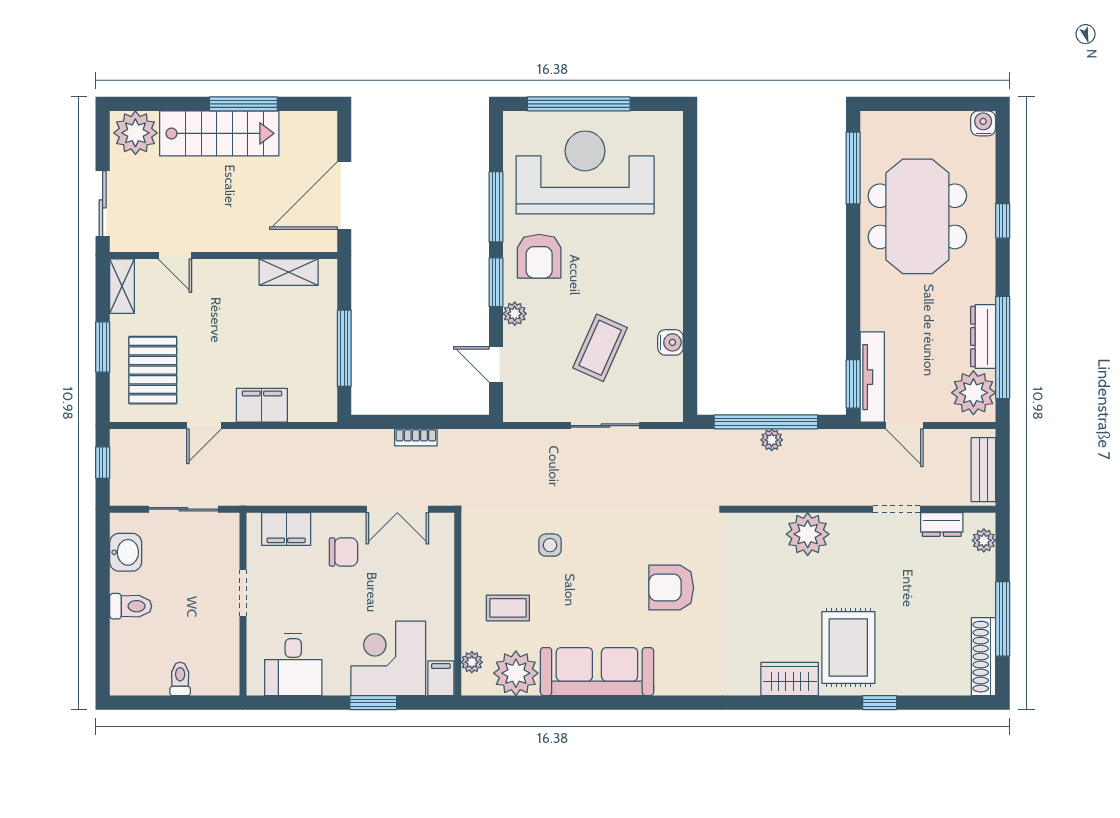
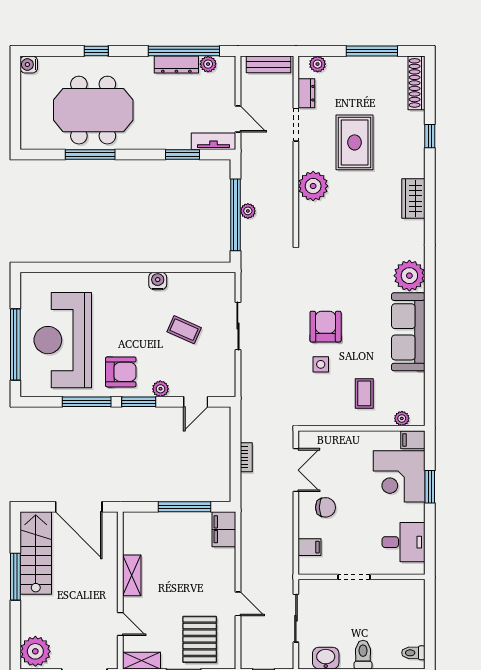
stairs: (219, 133) -> (36, 553), moved
window: (853, 168) -> (90, 155), moved
door: (175, 255) -> (120, 624), hinge flipped
shelving: (289, 272) -> (132, 575), moved
water cooler: (670, 342) -> (158, 281), moved
coffee table: (600, 348) -> (184, 330), width x0.73, depth x0.77
pallet: (153, 370) -> (200, 639), turned 90
tv unit: (872, 377) -> (213, 141), width x0.71
window: (853, 384) -> (182, 155), moved
plant: (973, 393) -> (208, 64), width x0.53, depth x0.53
filing cabinet: (262, 405) -> (224, 529), moved
door: (904, 426) -> (238, 119), hinge flipped
filing cabinet: (286, 529) -> (310, 547), width x0.50
chair: (343, 552) -> (325, 507), turned 90
armchair: (671, 588) -> (326, 327), moved, turned 180
rug: (848, 647) -> (355, 142), moved, turned 90
shoe rack: (984, 657) -> (417, 83), moved, turned 90
plant: (516, 673) -> (409, 276), moved
toilet: (180, 679) -> (413, 653), moved

